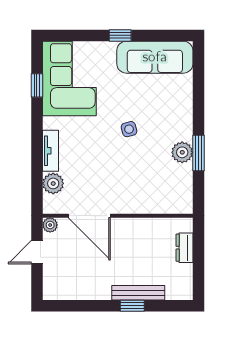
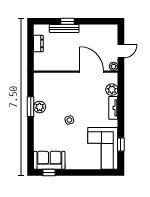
window: (120, 35) -> (49, 172), moved
sofa: (155, 57) -> (49, 160), width x0.73
dresser: (184, 248) -> (38, 43), moved

